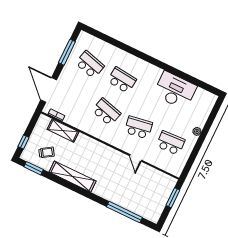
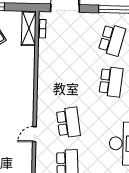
school desk: (106, 112) -> (69, 81), removed
shelving: (63, 131) -> (29, 28), moved

